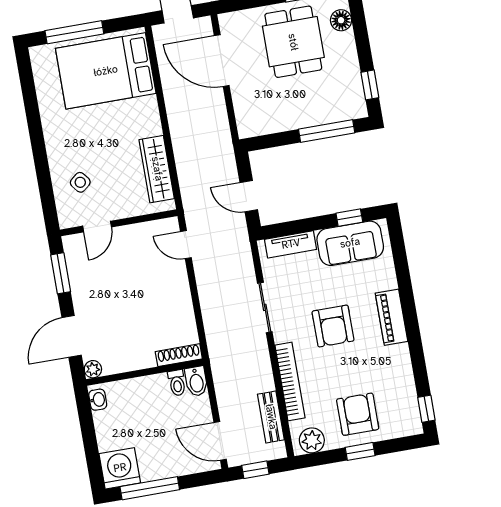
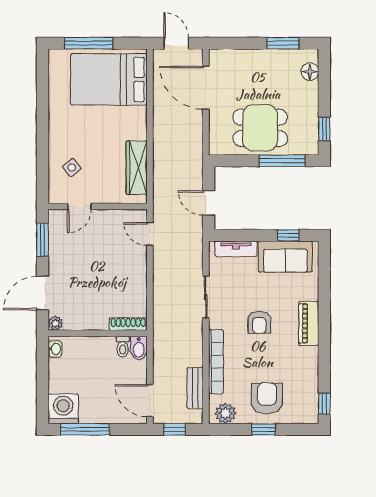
dining table: (293, 42) -> (260, 128), moved, turned 90
armchair: (333, 326) -> (259, 322), width x0.72, depth x0.72

